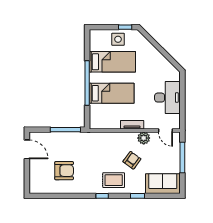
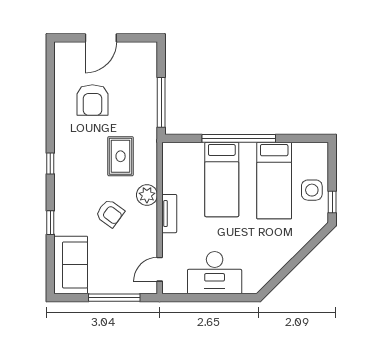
plant: (144, 138) -> (147, 195), moved
door: (27, 149) -> (101, 38), moved
rug: (114, 180) -> (121, 156), moved

